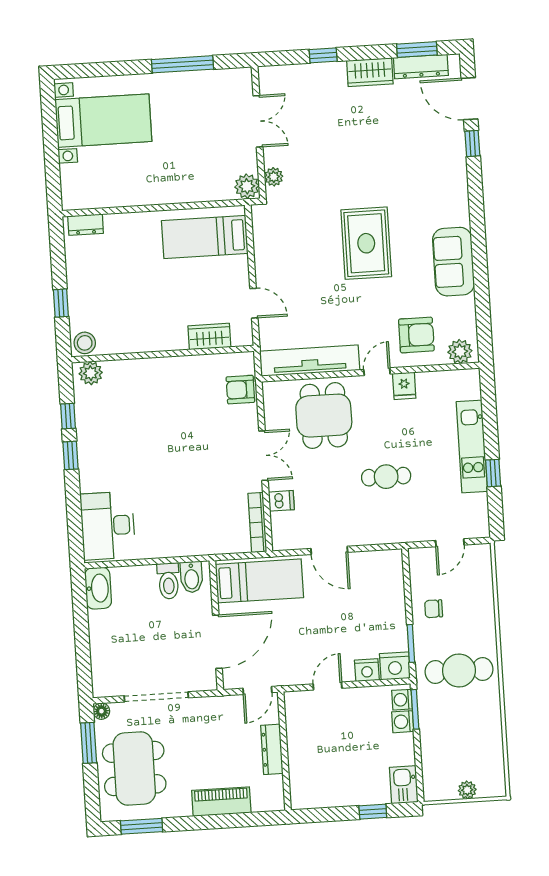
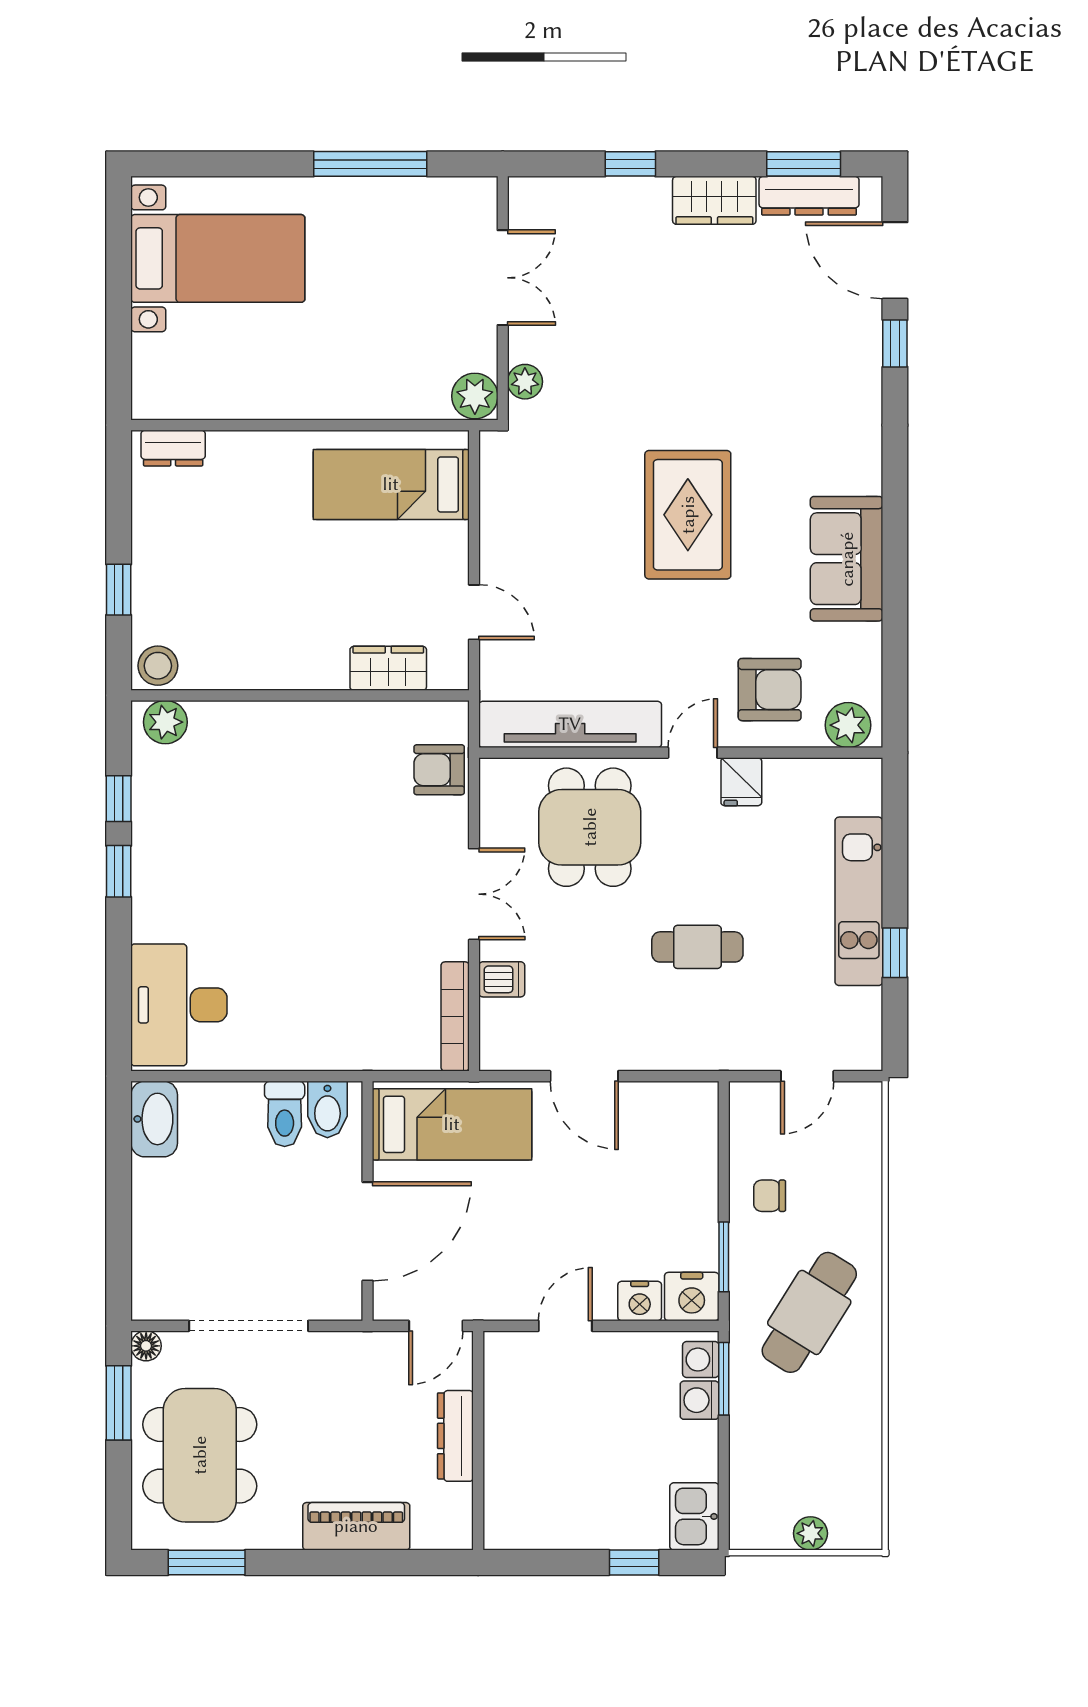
cafe table: (459, 671) -> (809, 1312), turned -58

